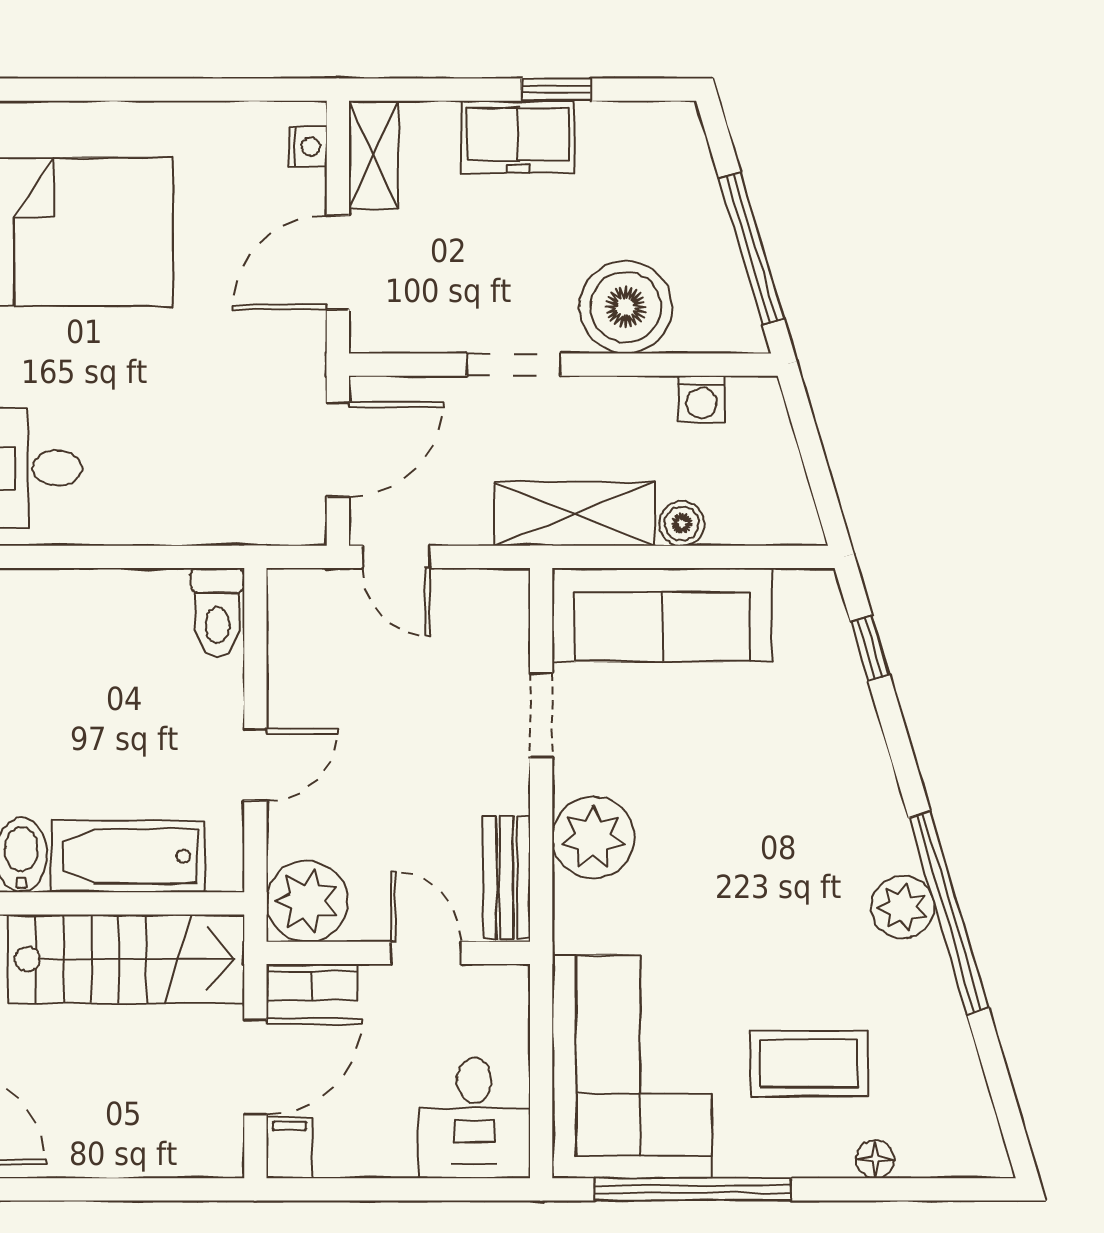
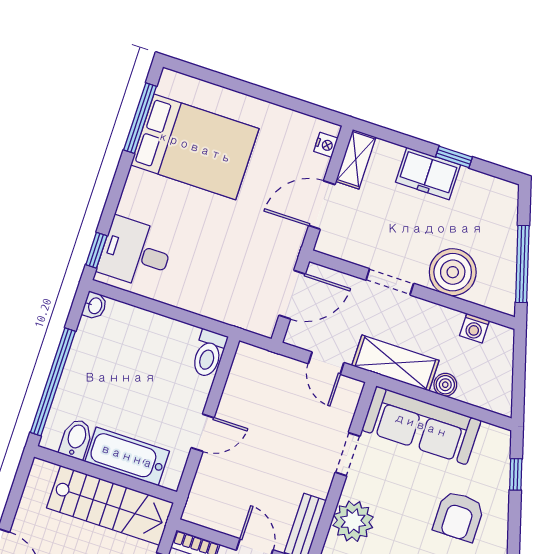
door: (396, 557) -> (326, 363), moved
armchair: (789, 763) -> (459, 516), added
plant: (307, 901) -> (206, 506), removed

